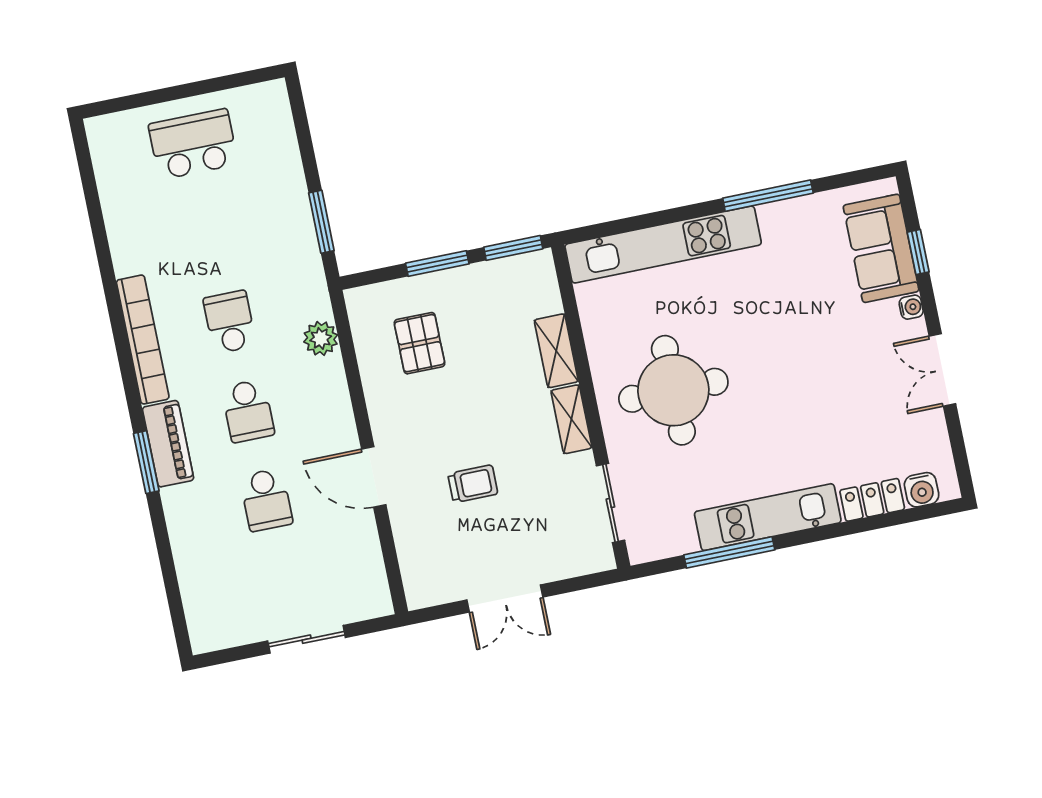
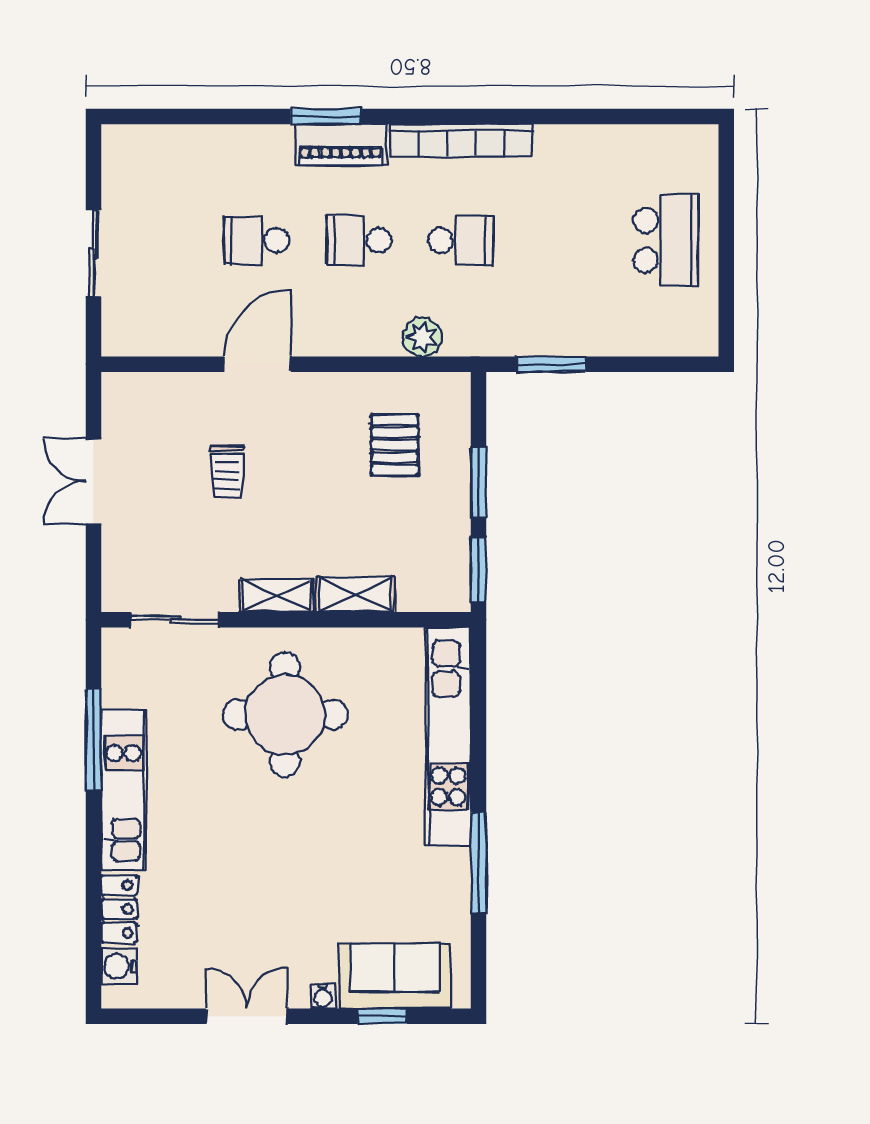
pallet: (420, 343) -> (395, 445), turned 90

